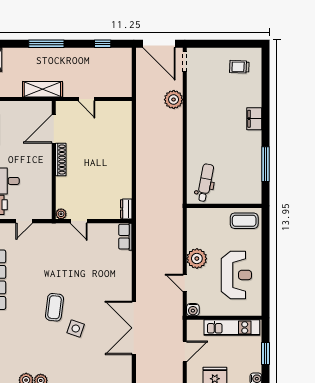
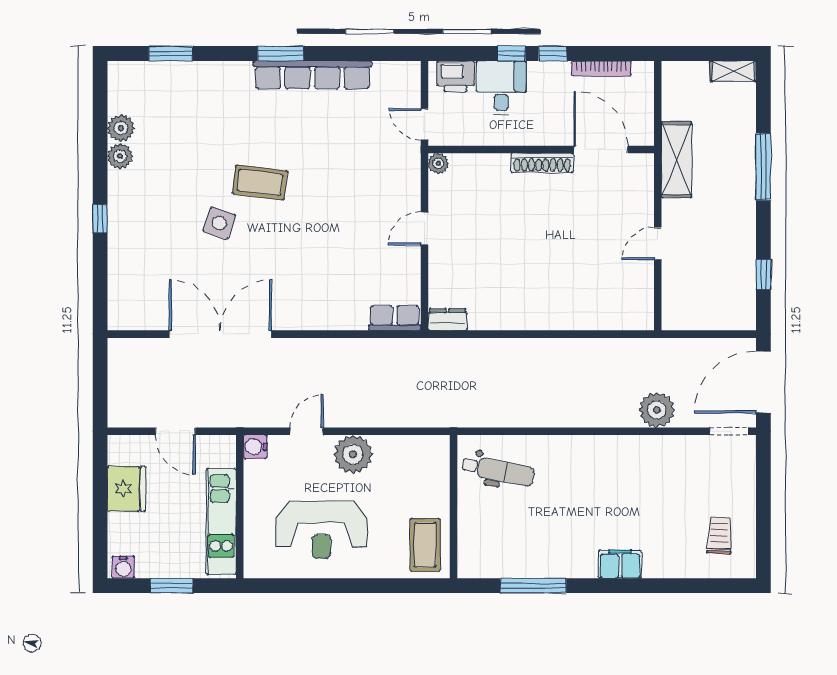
door: (54, 129) -> (601, 149), moved
shoe rack: (61, 159) -> (542, 163), moved
wall: (54, 160) -> (541, 149), moved
plant: (61, 214) -> (438, 163), moved

